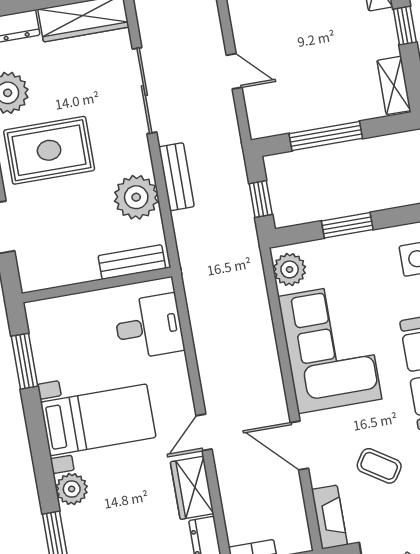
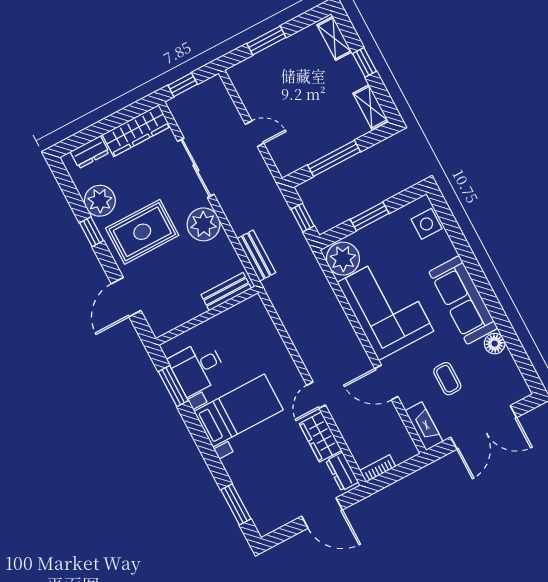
bench: (176, 177) -> (256, 256), moved
plant: (136, 197) -> (204, 224), moved
plant: (290, 269) -> (343, 259), width x1.36, depth x1.36
desk: (149, 327) -> (197, 368), moved, turned 180
coffee table: (379, 466) -> (447, 379), turned 57
plant: (72, 489) -> (236, 465), removed

